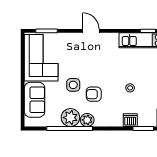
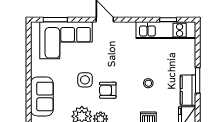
corner sofa: (41, 58) -> (66, 40), moved, turned 90

